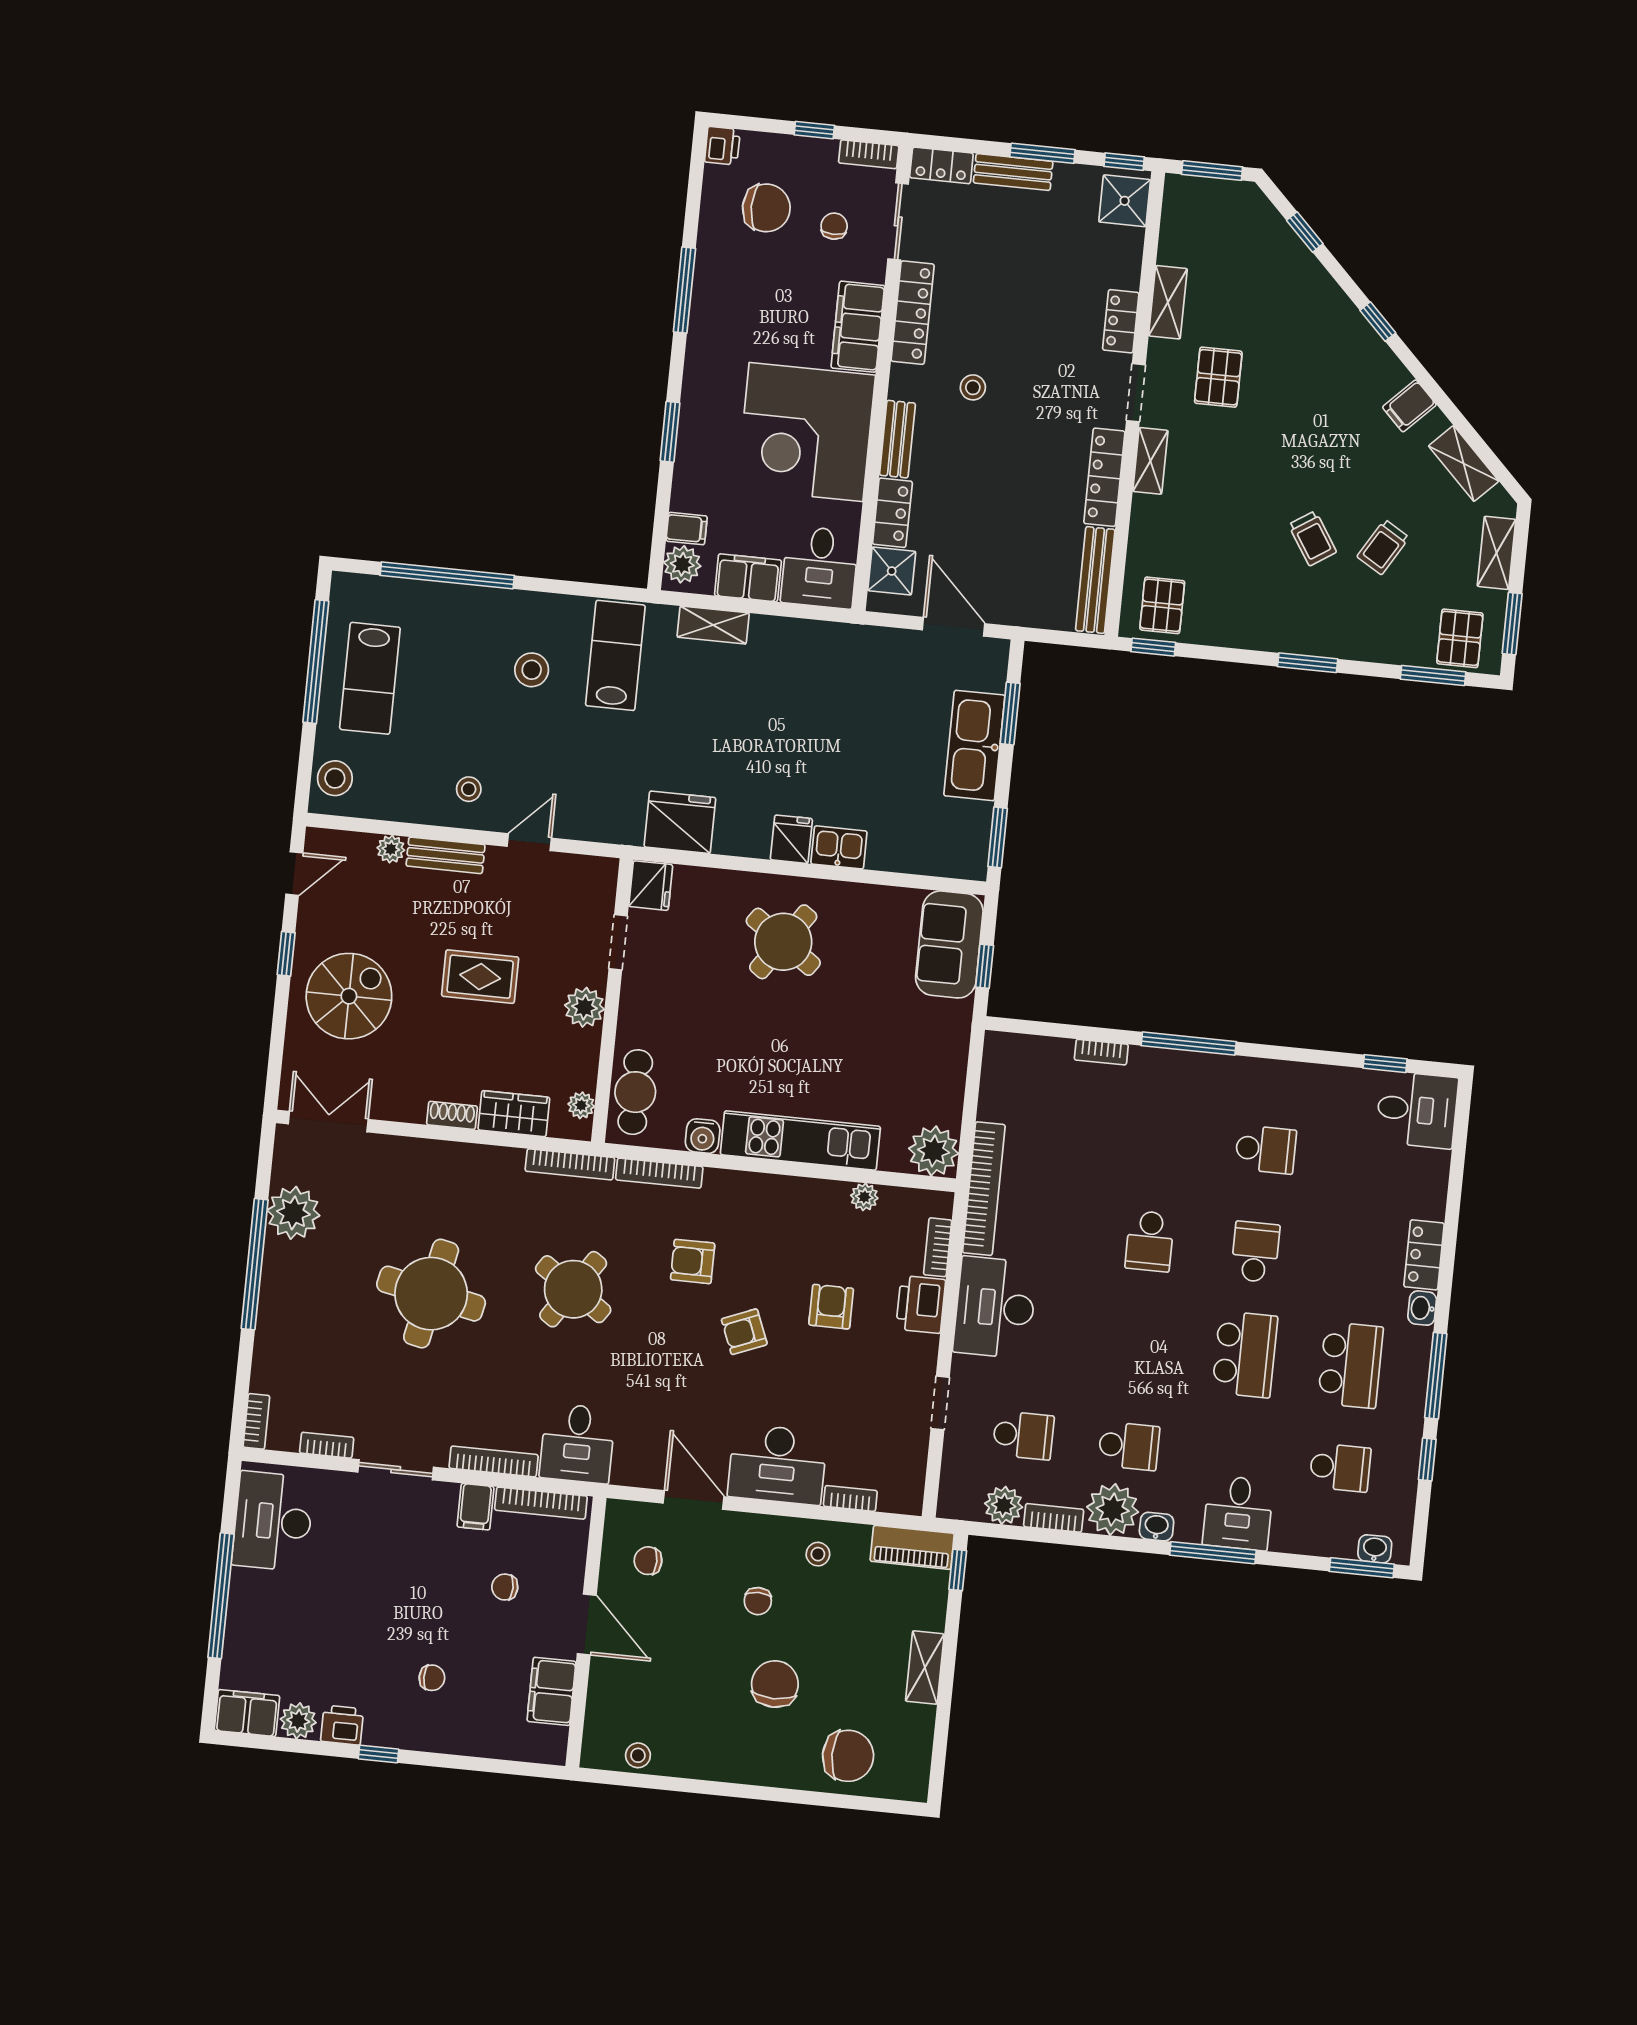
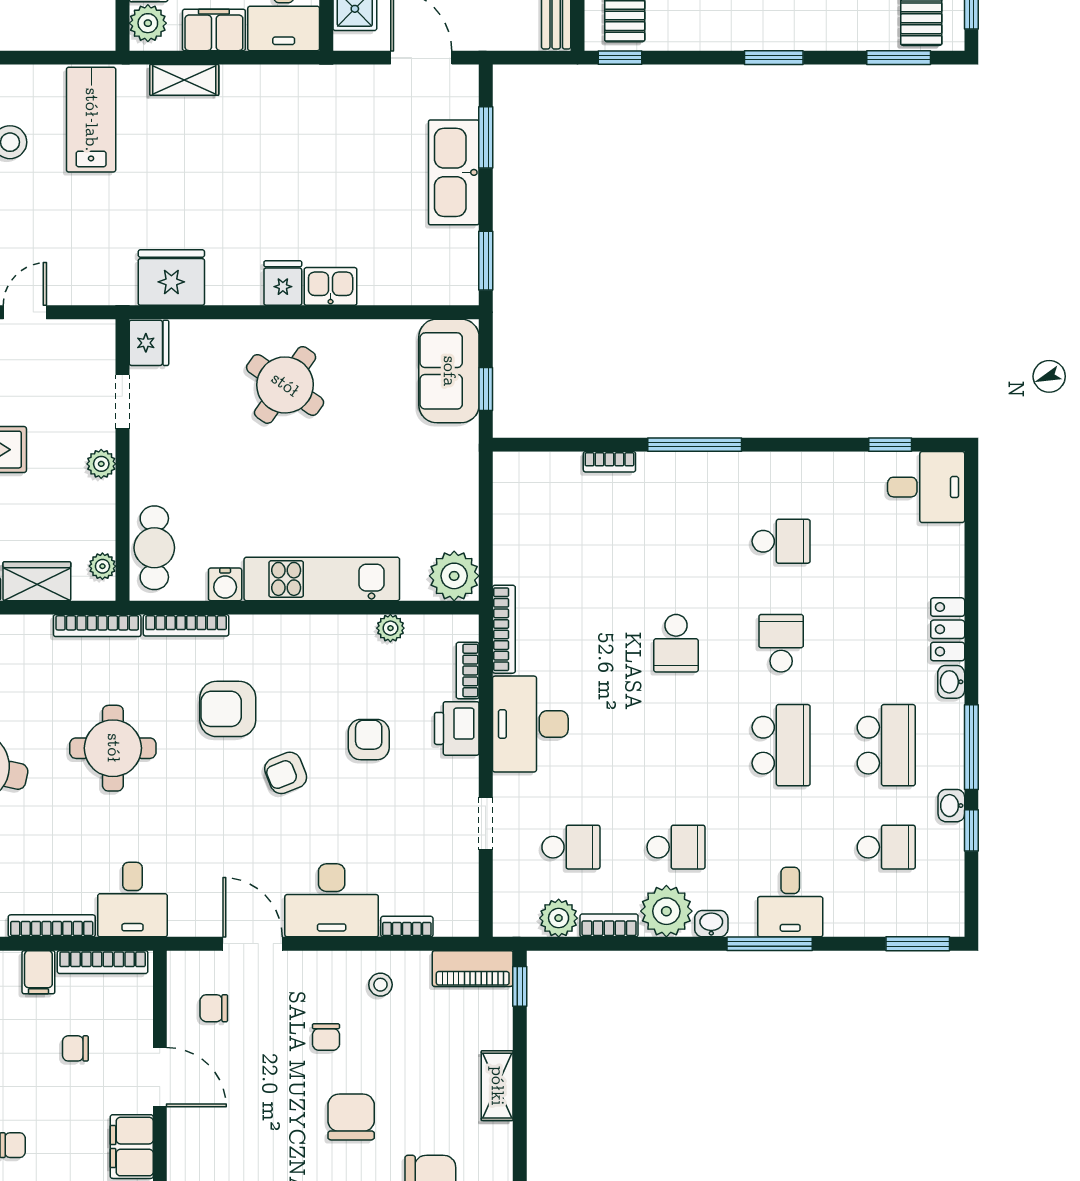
plant: (584, 1007) -> (101, 464), width x0.73, depth x0.73
bookcase: (984, 1189) -> (504, 629), width x0.68, depth x0.76
armchair: (693, 1261) -> (228, 709), width x1.38, depth x1.38
round table: (573, 1289) -> (113, 748), turned -34
washbasin: (1375, 1549) -> (951, 806), moved, turned -90

